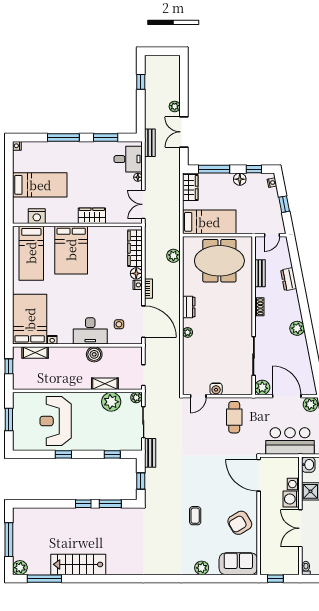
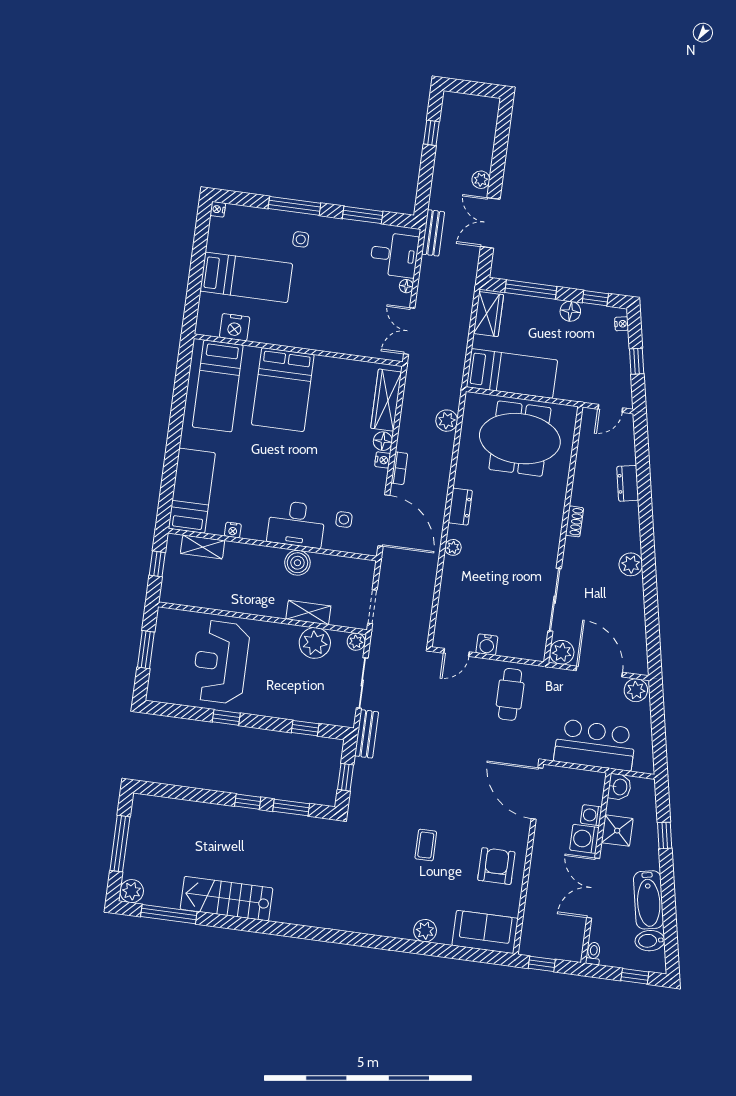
side table: (70, 157) -> (301, 239), added
wardrobe: (92, 216) -> (324, 339), removed
bench: (260, 273) -> (583, 468), removed
bed: (30, 319) -> (192, 491), width x0.67
armchair: (240, 523) -> (496, 866), turned 121

